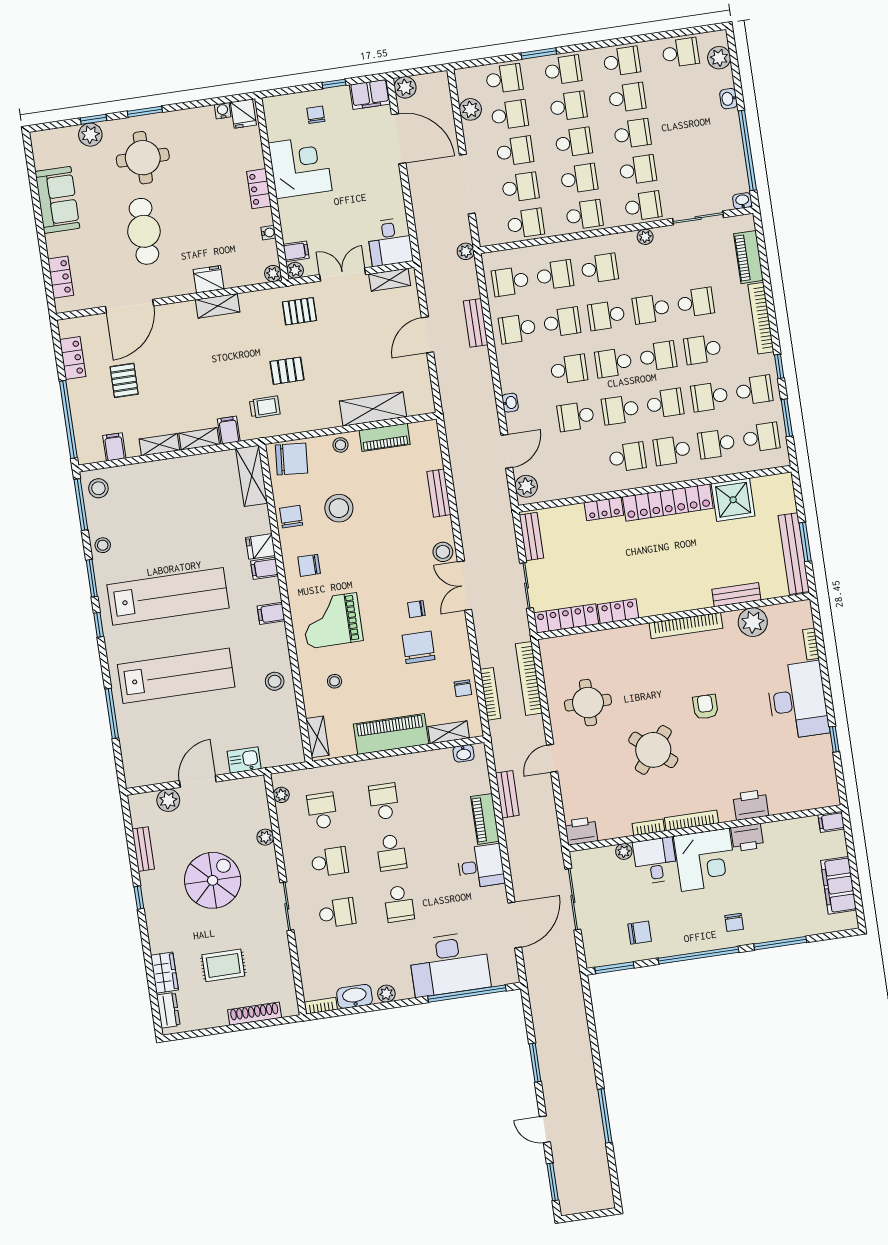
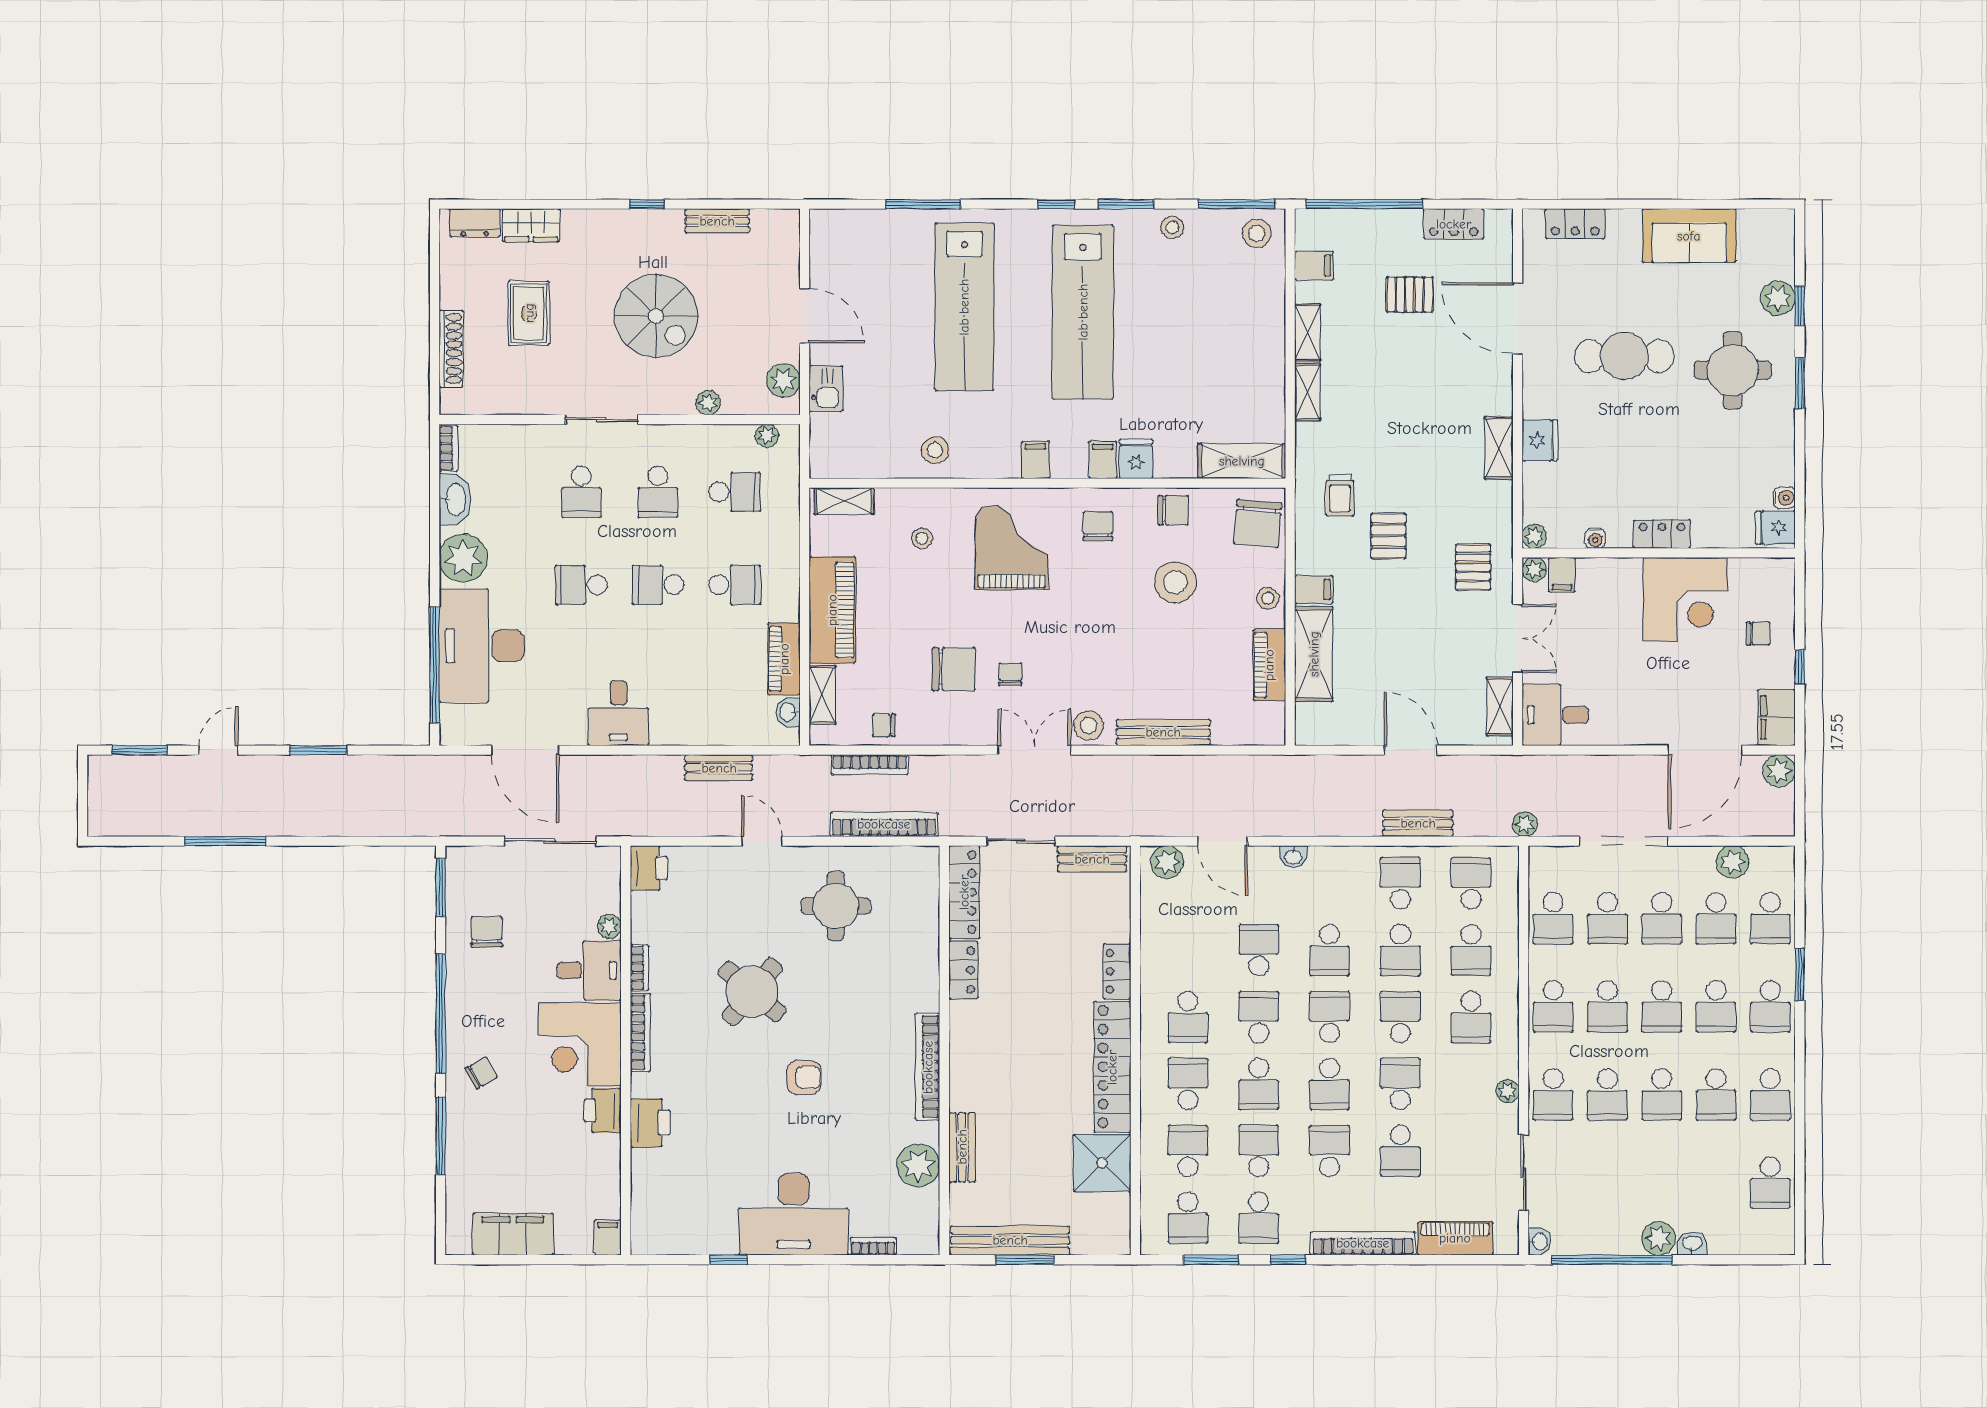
plant: (719, 58) -> (1658, 1238), moved
filing cabinet: (229, 430) -> (1314, 589), moved
bench: (439, 493) -> (1163, 732), width x1.36
plant: (168, 800) -> (783, 381), moved
piano: (485, 819) -> (784, 659), moved, turned -90
chair: (734, 922) -> (481, 1073), turned 150
chair: (640, 933) -> (487, 932), turned 180
plant: (386, 994) -> (463, 558), width x1.88, depth x1.88

